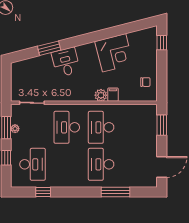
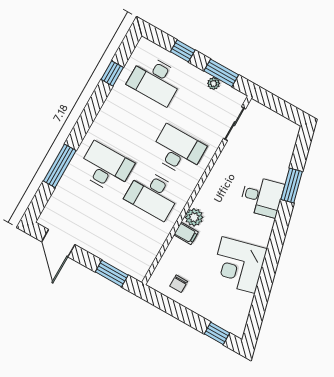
desk: (101, 127) -> (153, 194), turned 180

